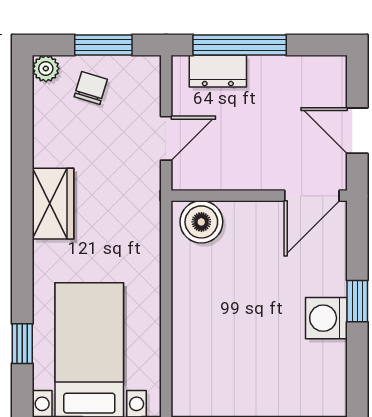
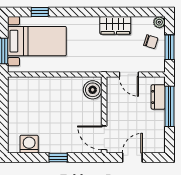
wardrobe: (53, 204) -> (115, 25), moved
washing machine: (326, 318) -> (29, 144), moved

